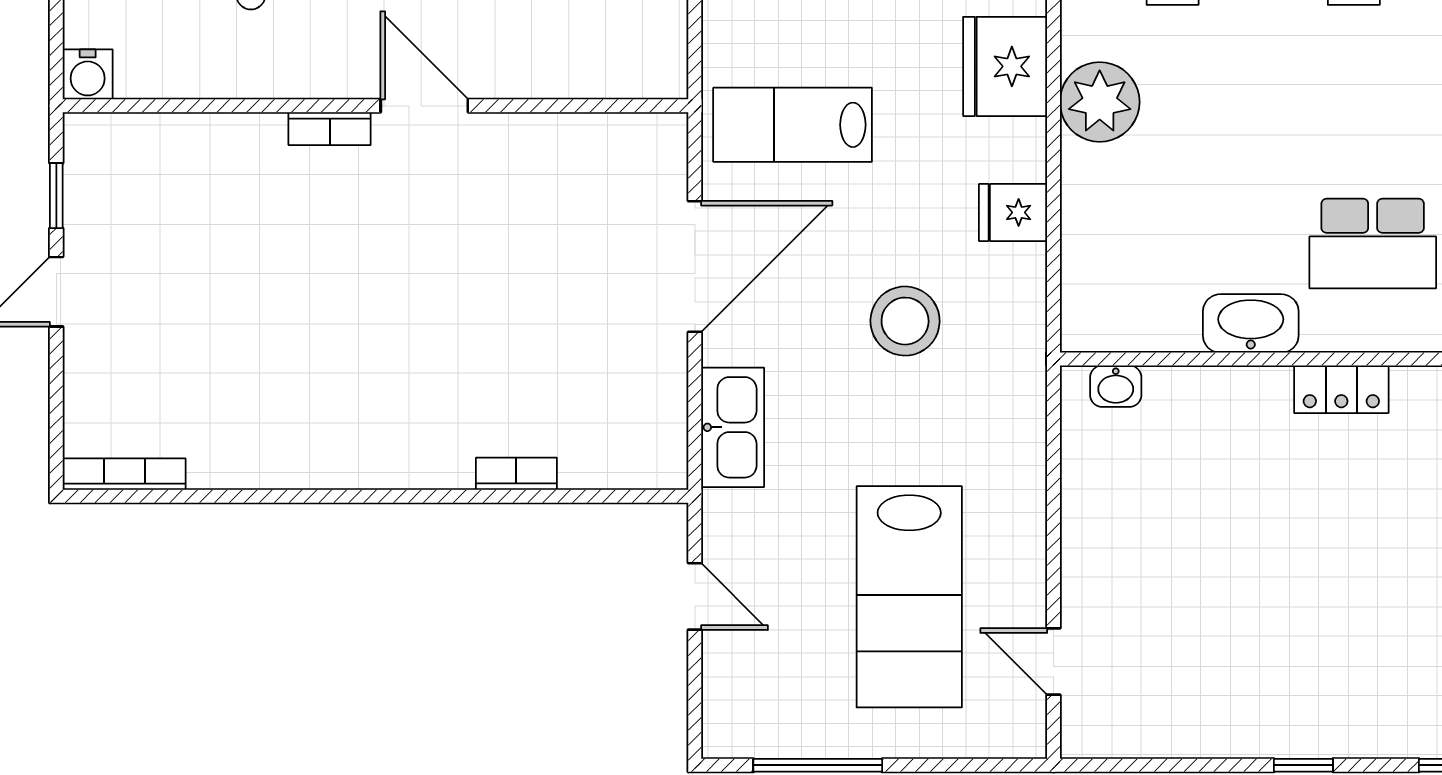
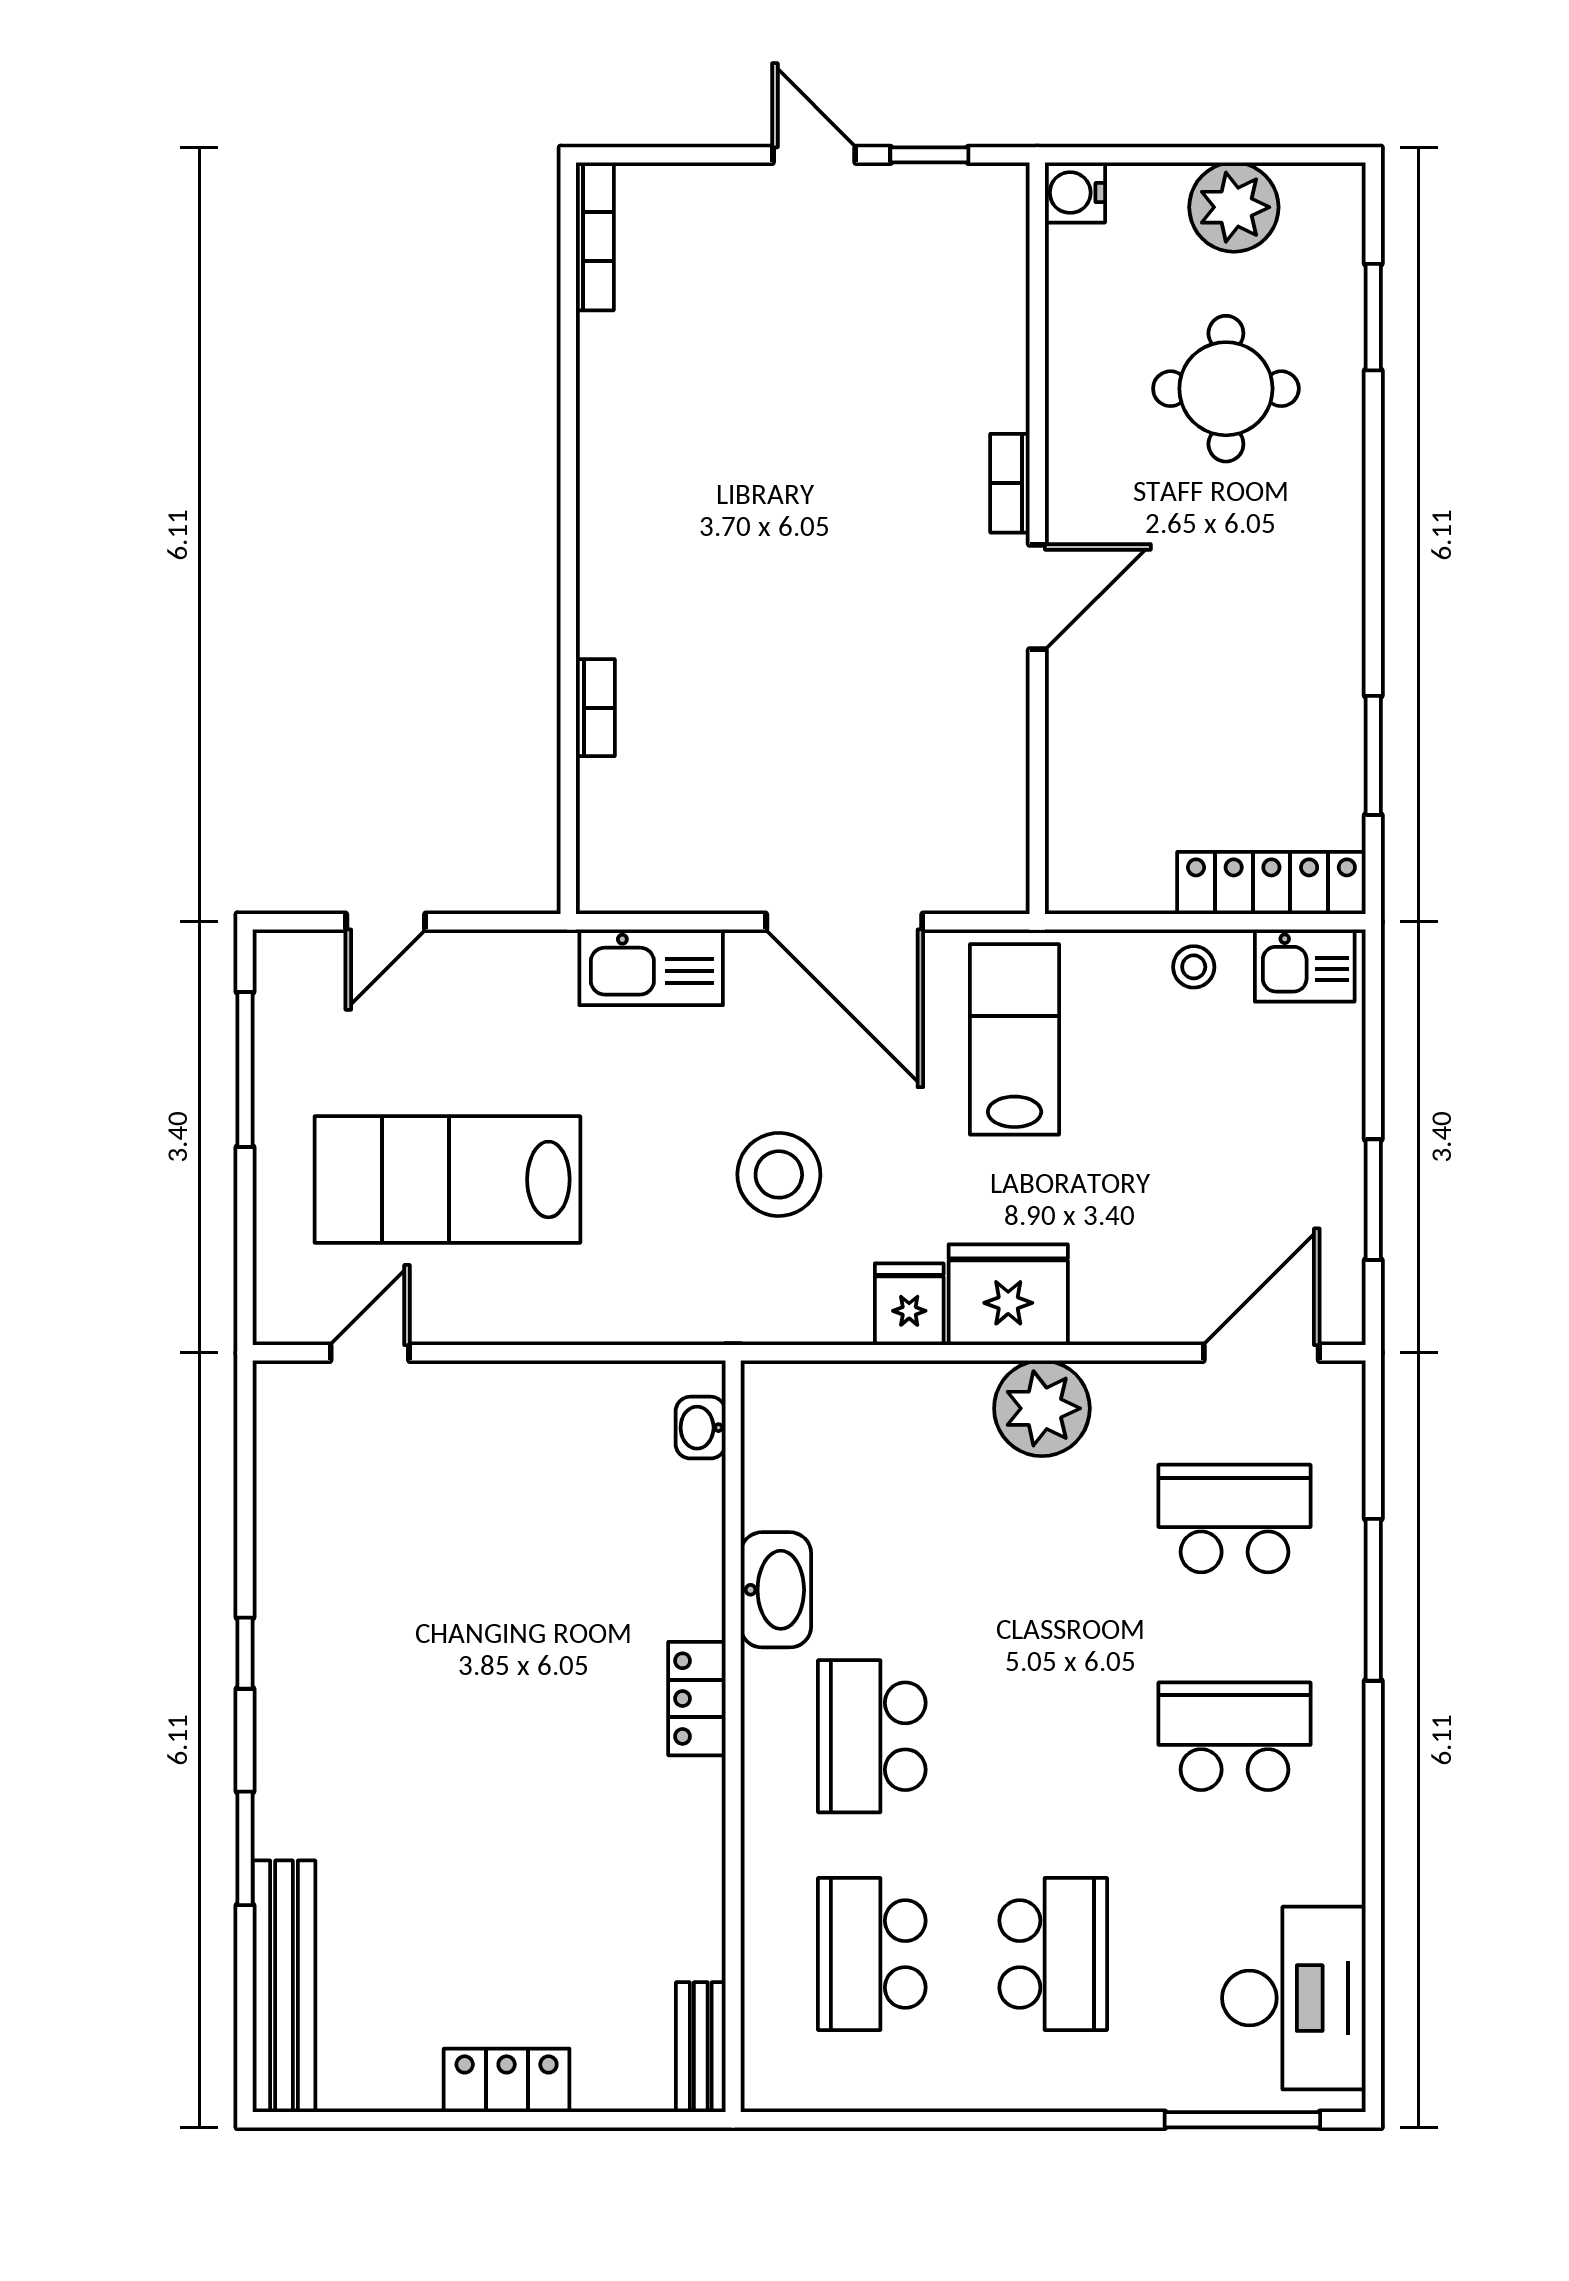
fridge: (1005, 66) -> (1008, 1295), moved
door: (695, 596) -> (386, 922), moved

